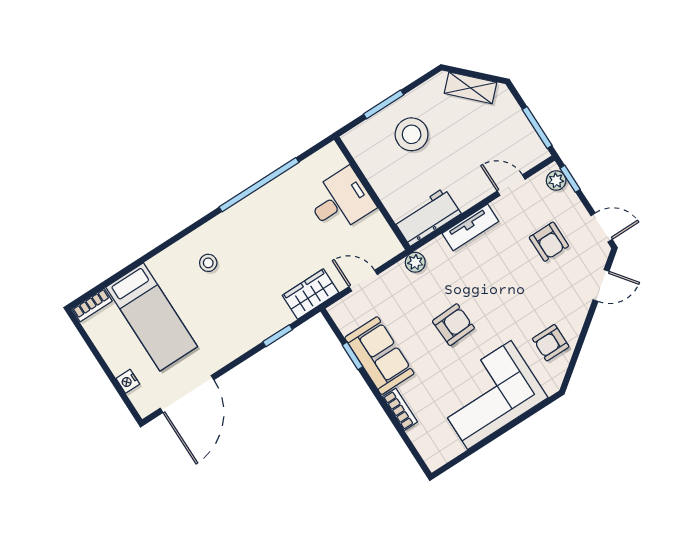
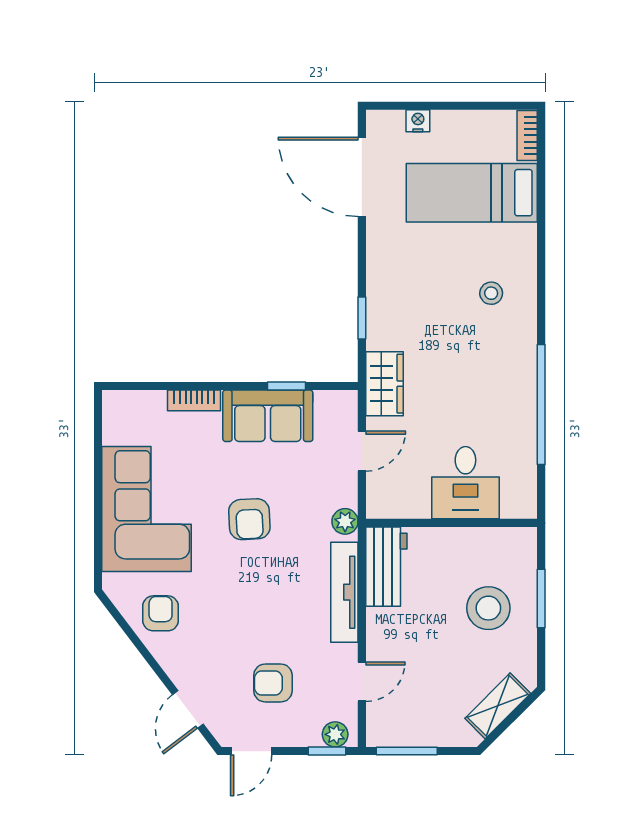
tv unit: (470, 227) -> (344, 592), width x1.41

